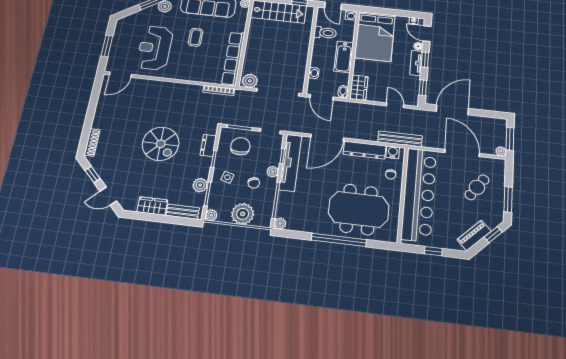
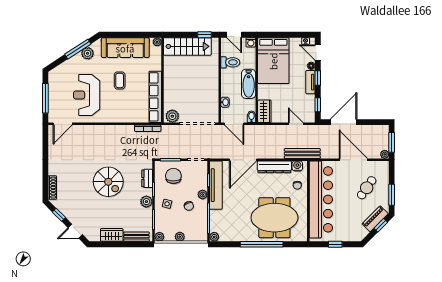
window: (107, 46) -> (45, 98), width x1.44
plant: (200, 185) -> (146, 202), moved
plant: (243, 214) -> (180, 237), width x0.53, depth x0.53
piano: (474, 235) -> (375, 219), moved

